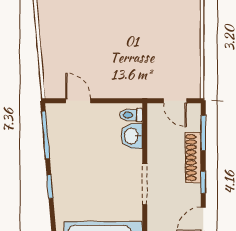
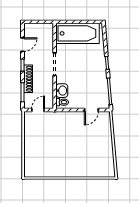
door: (78, 101) -> (91, 110), hinge flipped
door: (175, 101) -> (38, 110), hinge flipped

